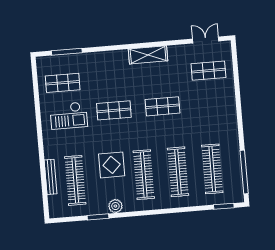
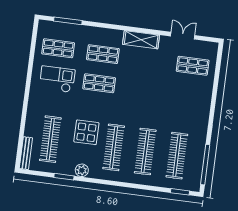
double door: (206, 40) -> (183, 36), moved
shop shelf: (162, 106) -> (103, 54), moved
checkout: (69, 116) -> (57, 79), turned 180
bench: (51, 177) -> (26, 153), moved

